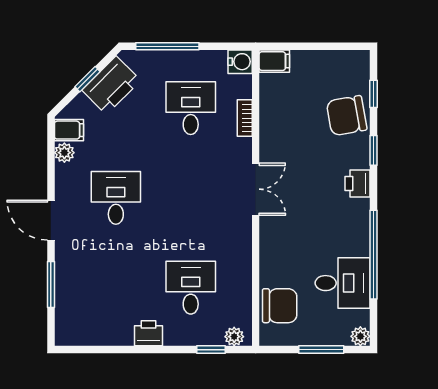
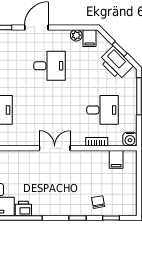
filing cabinet: (274, 61) -> (116, 159), moved
chair: (347, 116) -> (98, 202), width x0.54, depth x0.54
printer: (358, 183) -> (23, 209), moved
double door: (256, 189) -> (55, 148), swing flipped

